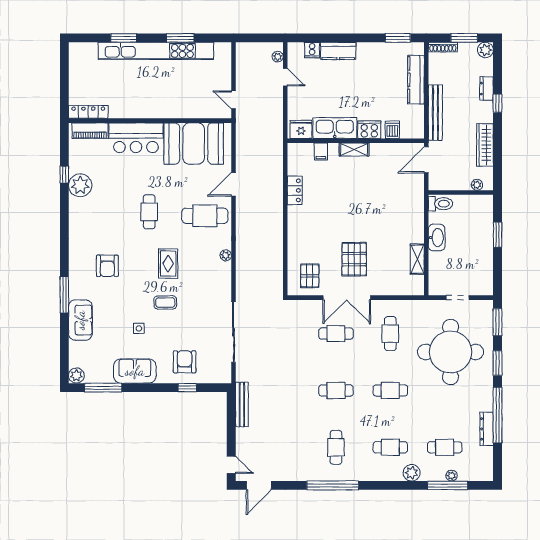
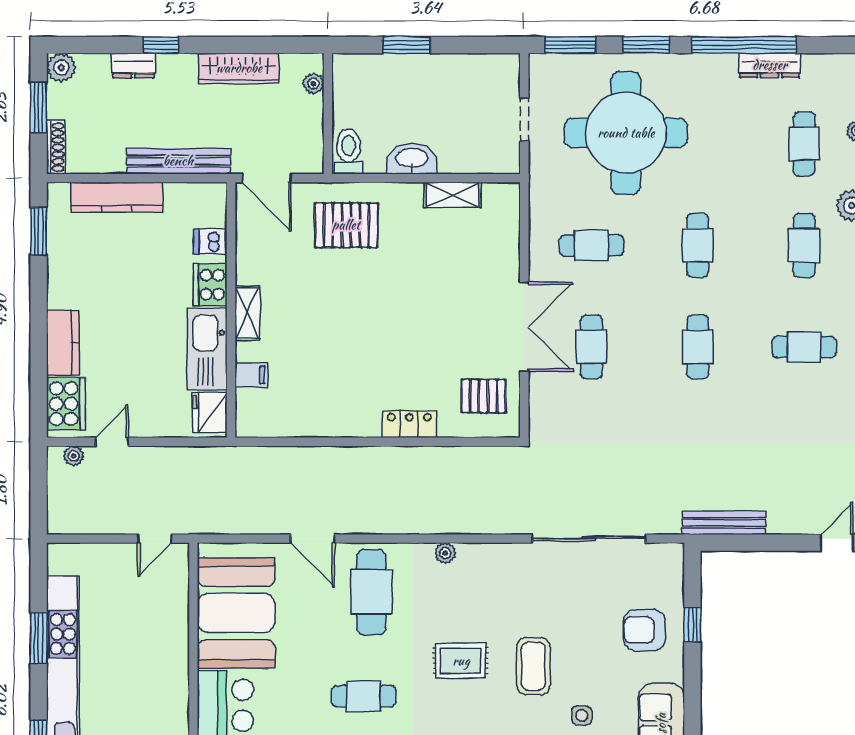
cooker: (312, 50) -> (66, 404), width x1.87, depth x1.31
locker: (295, 190) -> (409, 424), moved
pallet: (354, 259) -> (346, 225), moved
coffee table: (165, 302) -> (533, 666), width x1.36, depth x1.30

